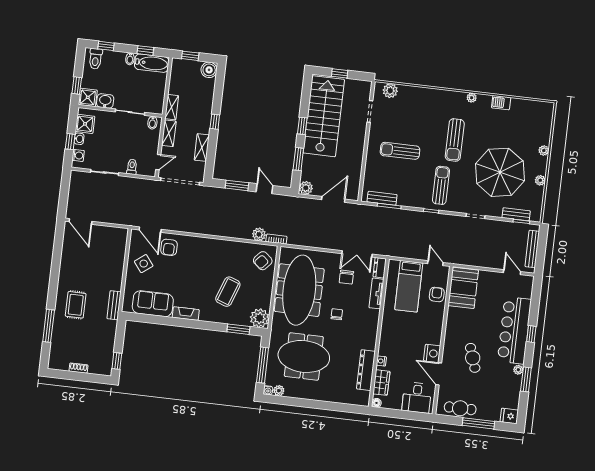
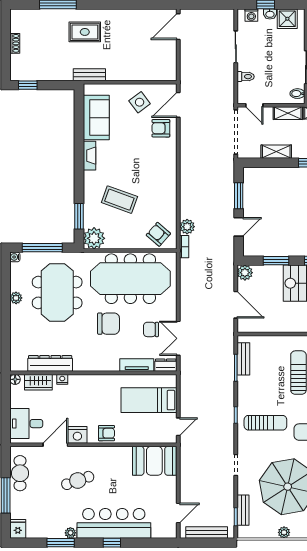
armchair: (437, 294) -> (106, 433), moved
chair: (337, 314) -> (108, 324), width x1.87, depth x1.87
plant: (279, 391) -> (16, 298), moved

